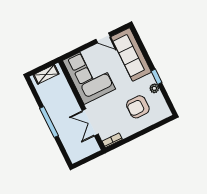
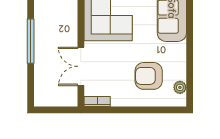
window: (156, 77) -> (190, 50), removed
plant: (154, 88) -> (180, 87), moved

